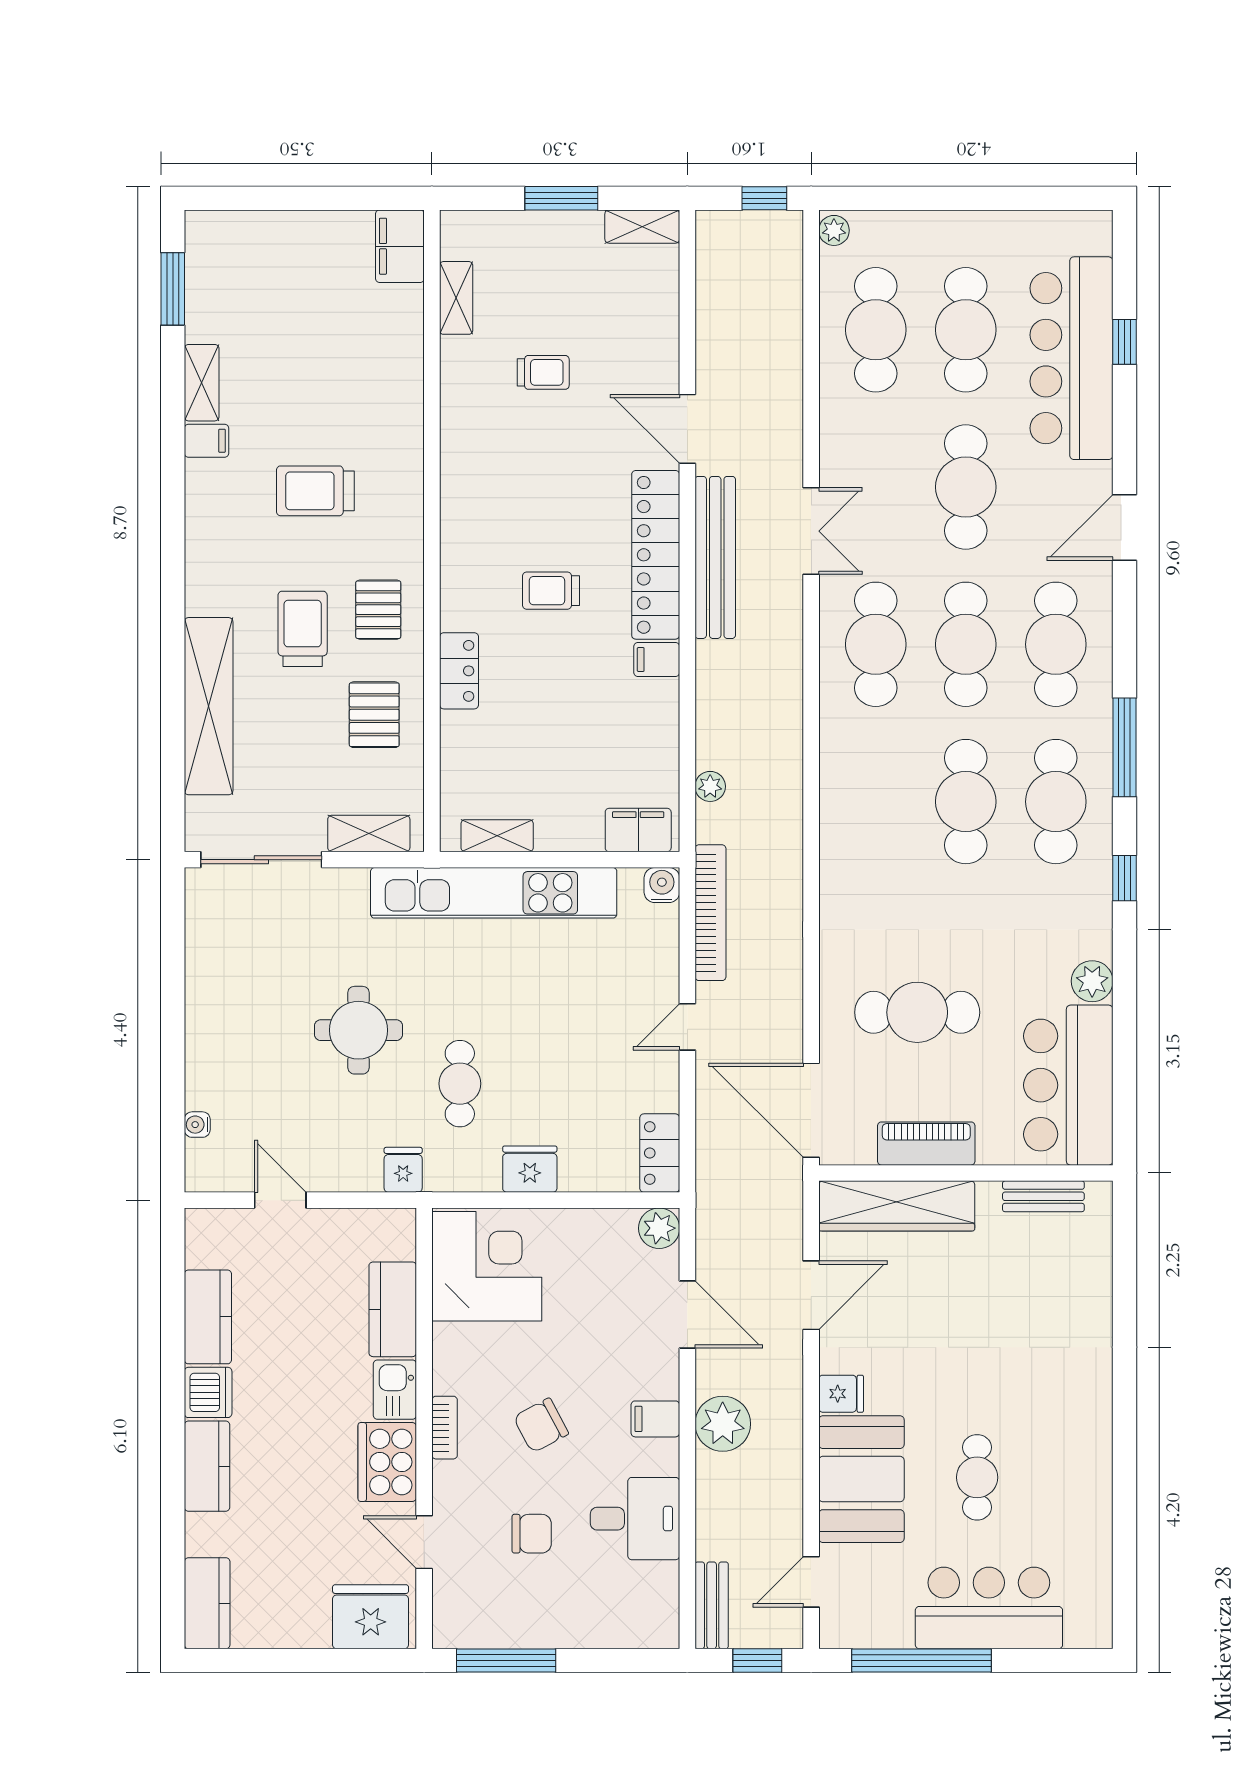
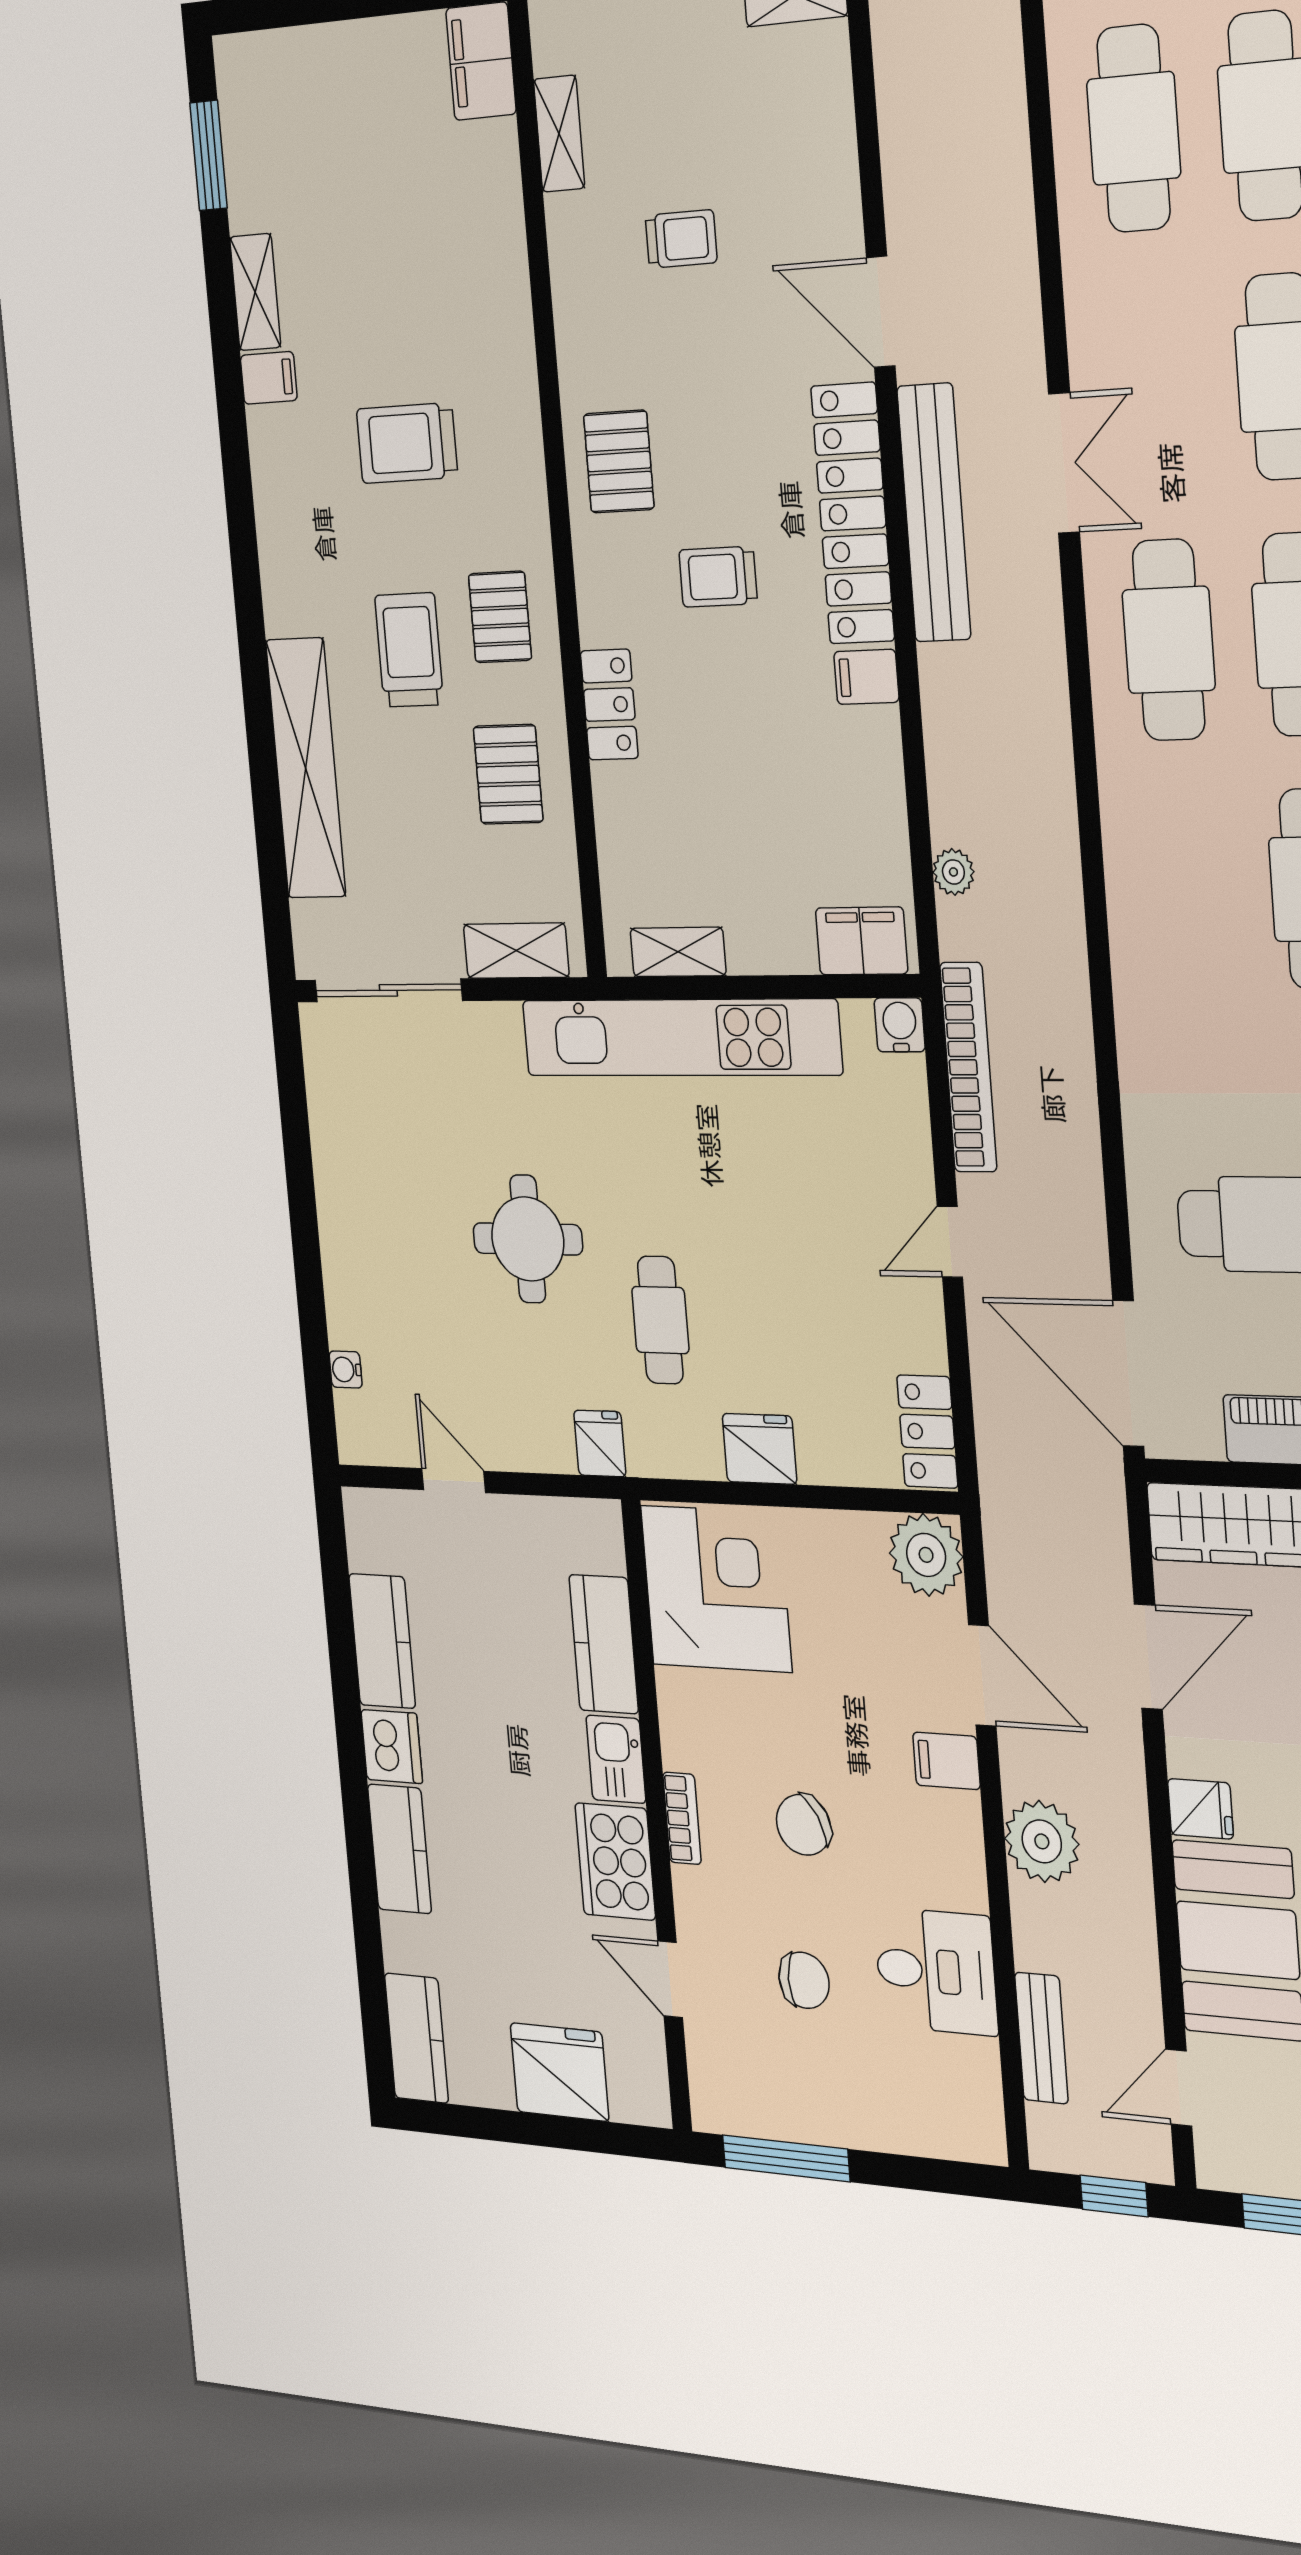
pallet: (482, 512) -> (619, 462), added
plant: (659, 1228) -> (926, 1555), width x1.36, depth x1.36
filing cabinet: (655, 1419) -> (946, 1761), moved
bench: (712, 1605) -> (1041, 2038), moved
fridge: (371, 1617) -> (560, 2072), moved

